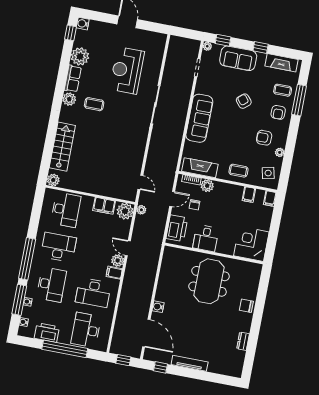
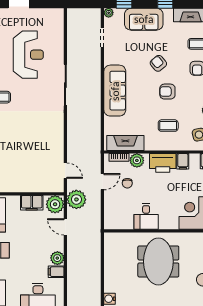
reception desk: (127, 70) -> (28, 55), turned 180
armchair: (264, 138) -> (167, 92), moved
coffee table: (238, 171) -> (168, 126), moved
plant: (141, 210) -> (76, 199), width x1.88, depth x1.88
printer: (177, 228) -> (163, 163), moved, turned 90
door: (128, 248) -> (65, 227), moved

